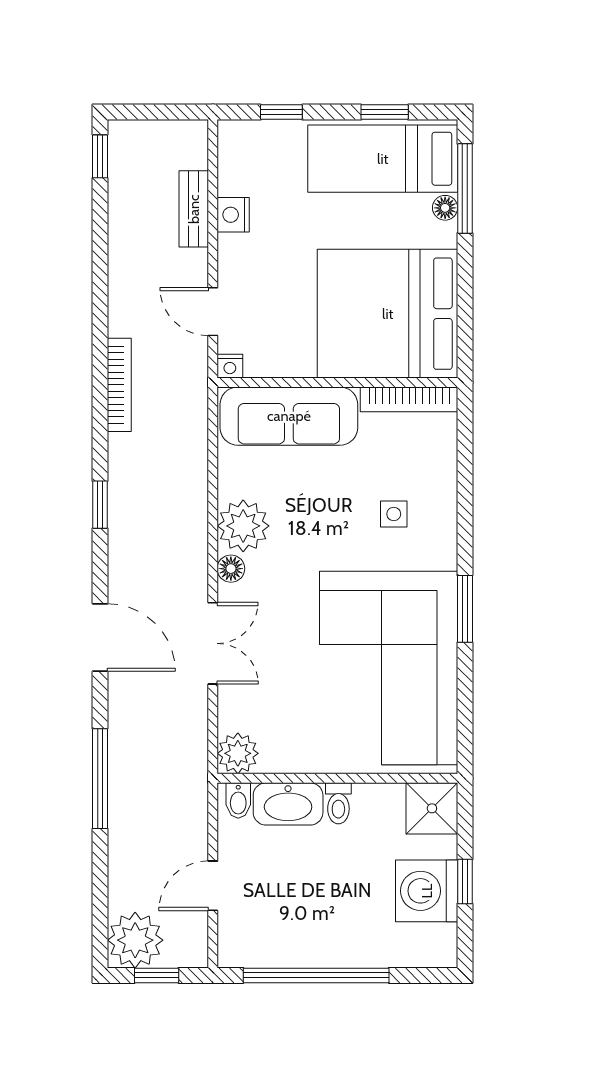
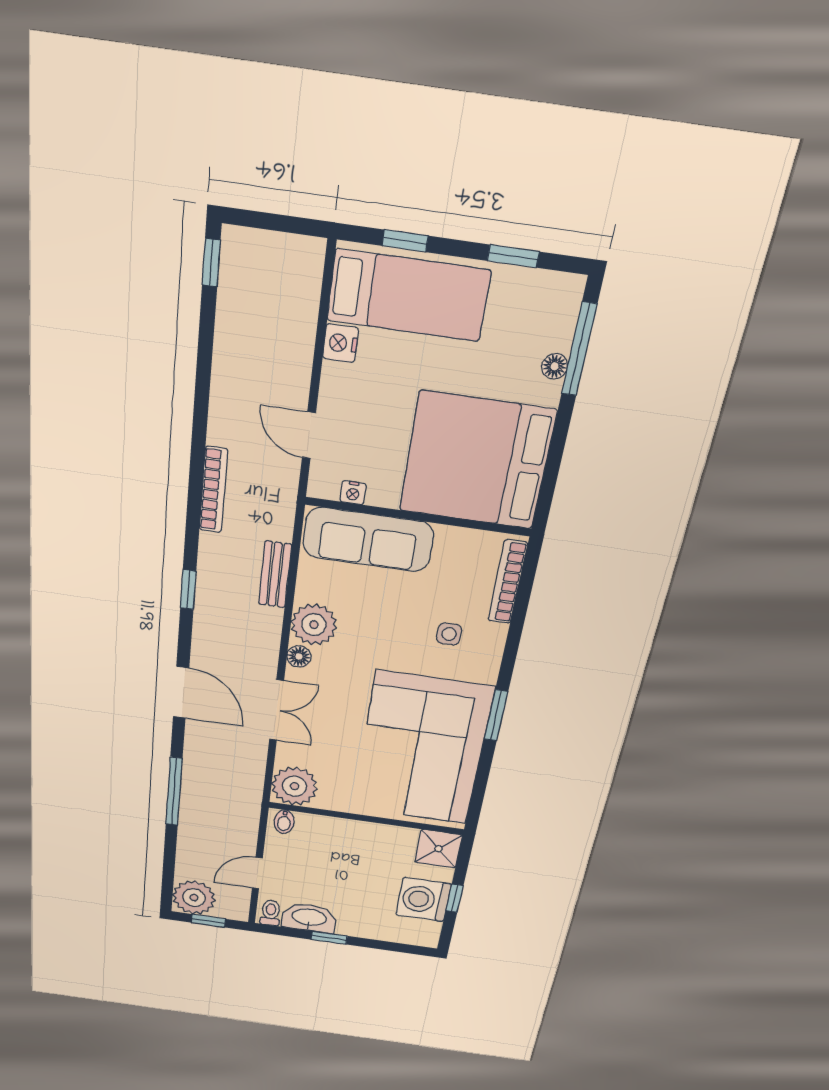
bed: (383, 159) -> (408, 295), moved, turned 180
bench: (194, 209) -> (275, 574), moved
nightstand: (230, 366) -> (353, 493), moved
bookcase: (409, 399) -> (508, 582), moved, turned 90
plant: (238, 753) -> (294, 786), width x1.36, depth x1.36
toilet: (338, 803) -> (271, 913), moved, turned 180
washbasin: (288, 804) -> (309, 918), moved, turned 180
window: (316, 975) -> (329, 938), width x0.32

